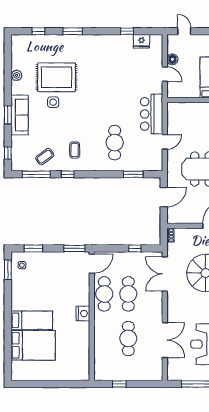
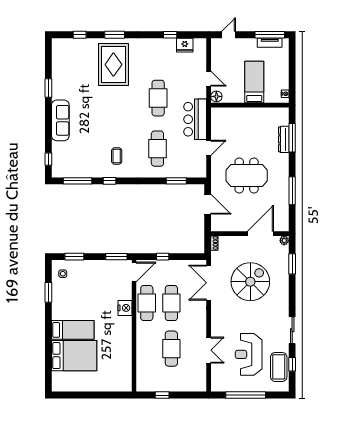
door: (184, 31) -> (229, 35), hinge flipped
floor lamp: (172, 59) -> (216, 96), moved
plant: (17, 75) -> (57, 80), removed
rug: (57, 77) -> (113, 65), moved, turned 90
cafe table: (115, 93) -> (158, 98), added
side table: (53, 102) -> (95, 107), removed
window: (8, 115) -> (48, 88), moved
coffee table: (45, 157) -> (86, 163), removed
door: (164, 197) -> (208, 204), hinge flipped
window: (135, 248) -> (163, 257), moved
window: (8, 270) -> (48, 292), moved
nightstand: (83, 314) -> (125, 308), moved
double door: (165, 340) -> (209, 350), width x0.73

